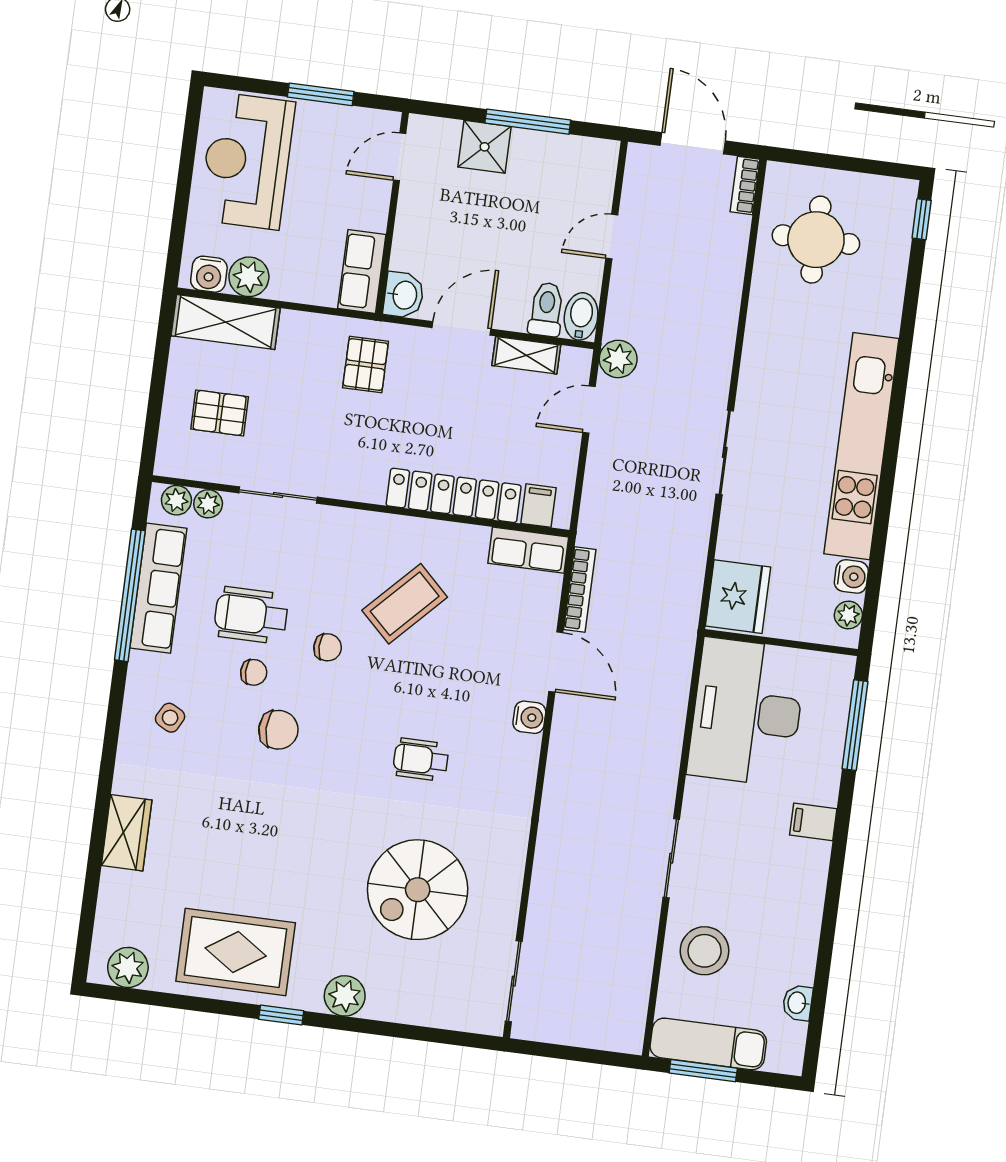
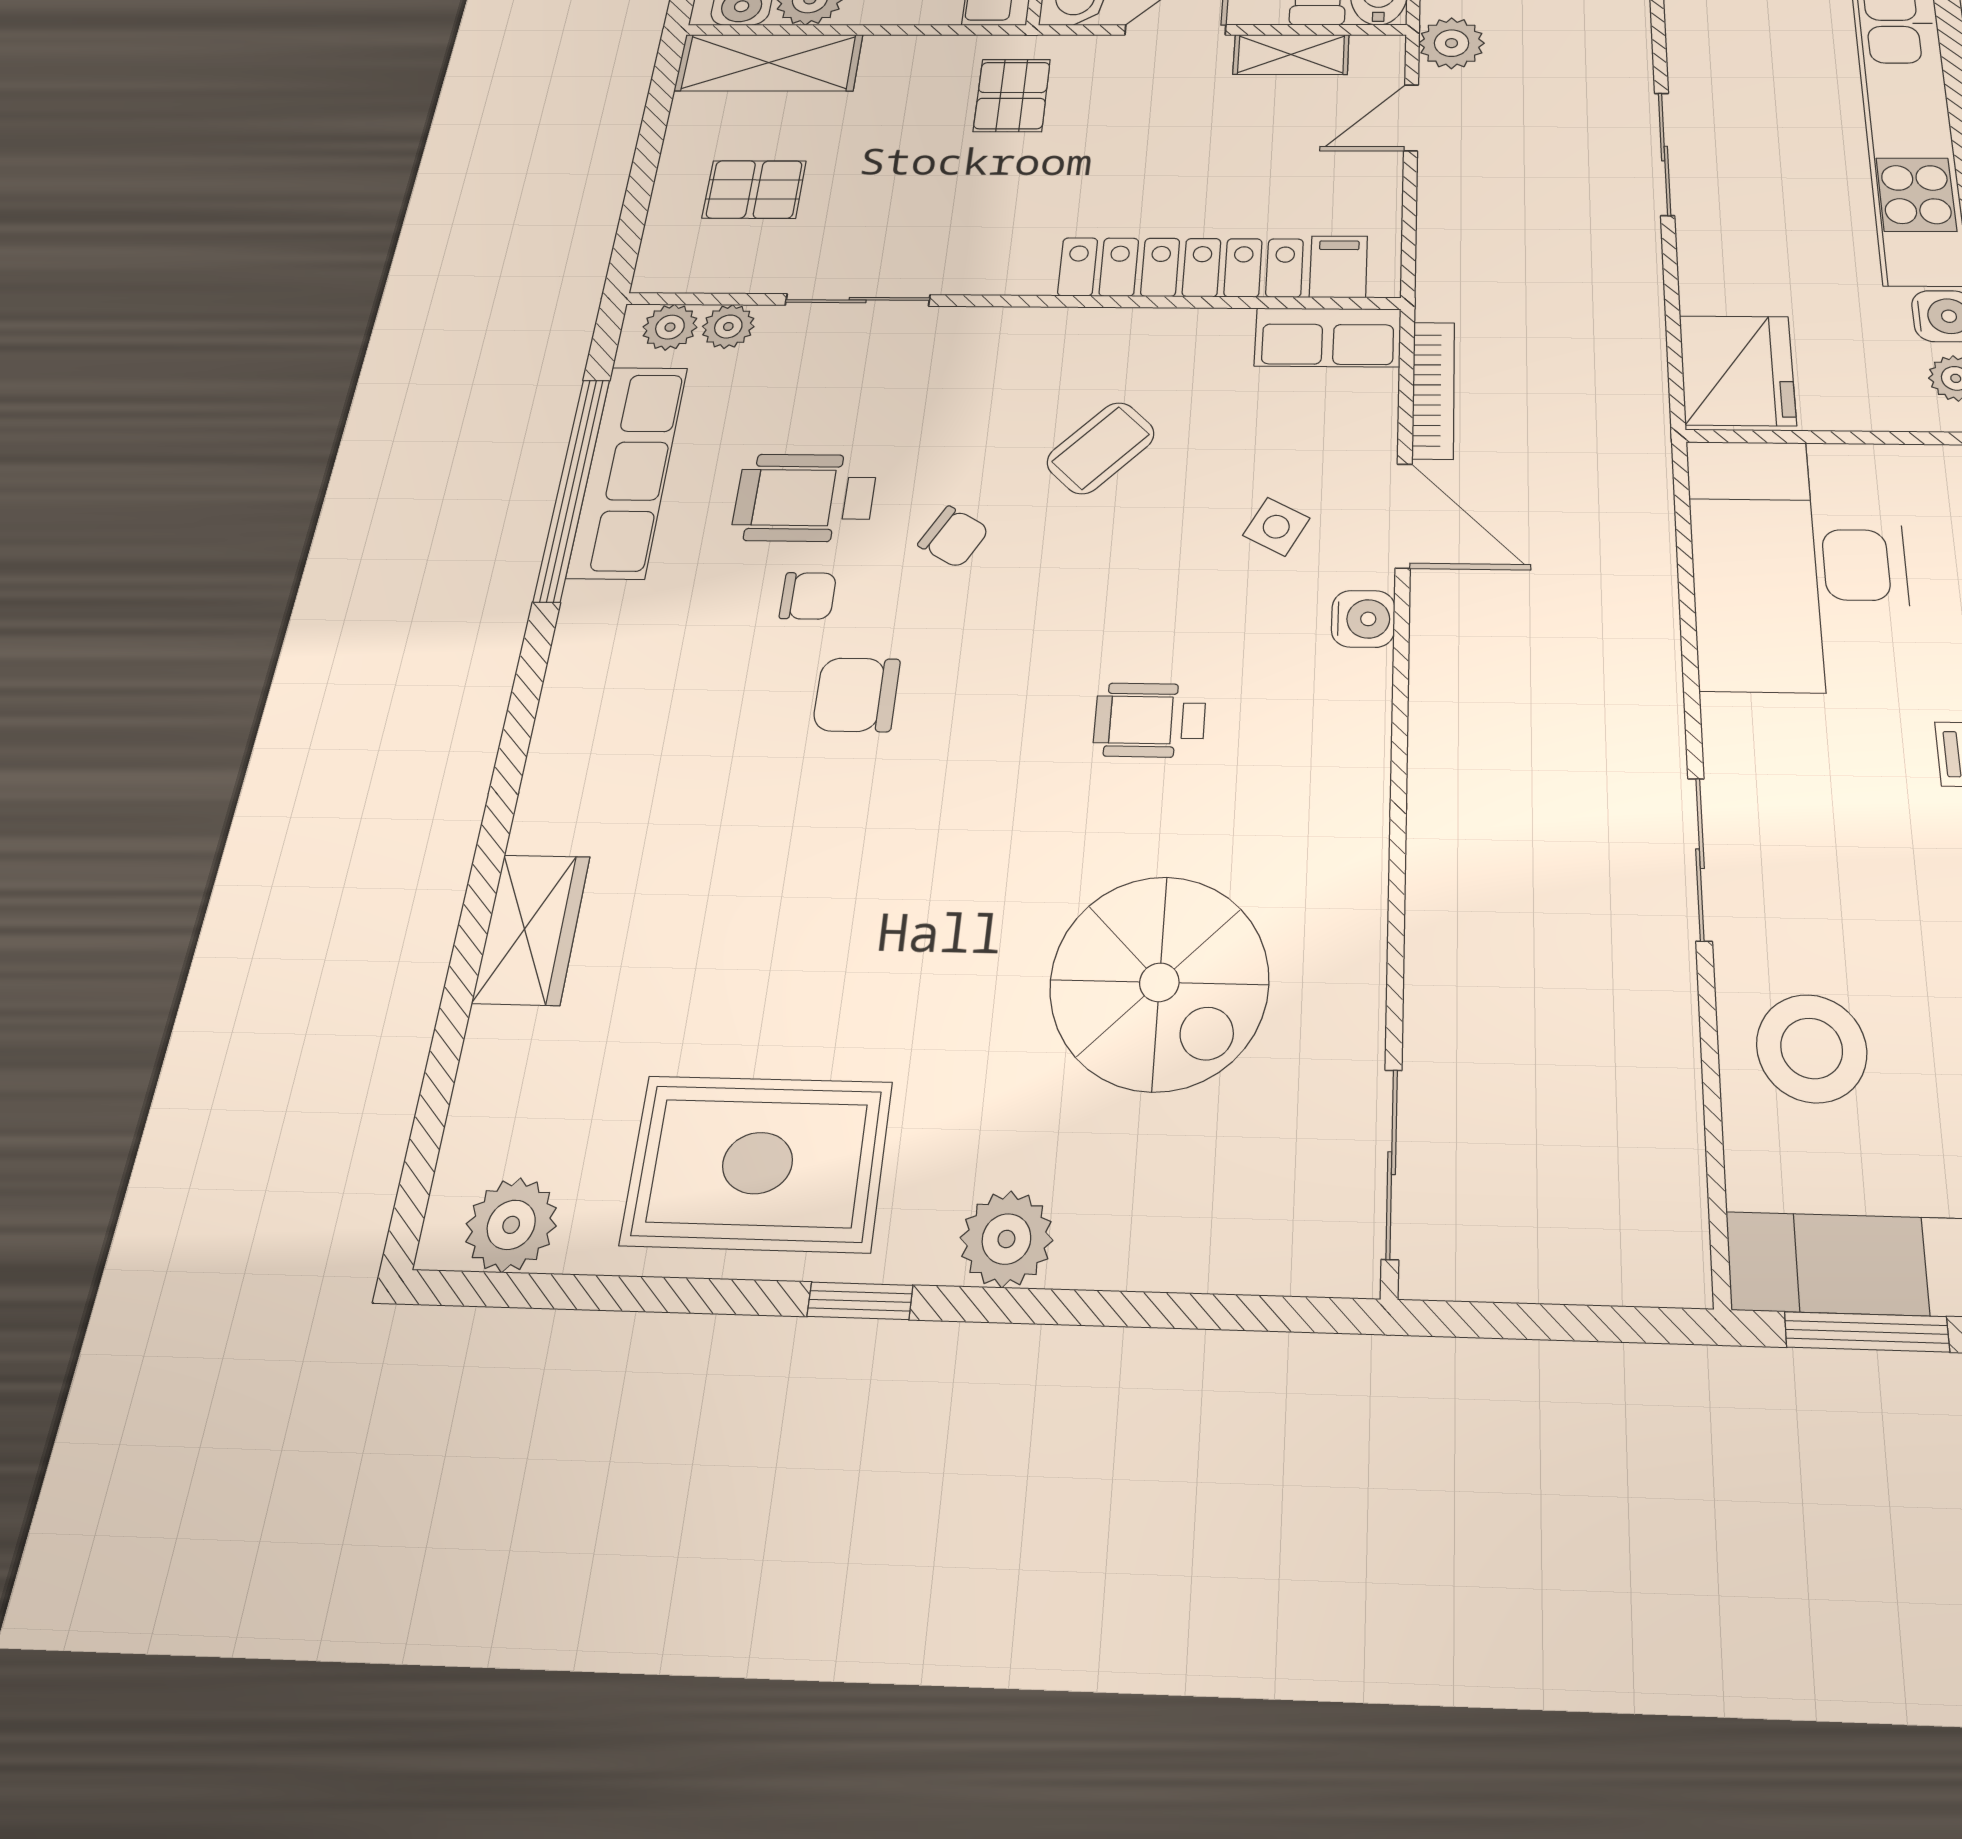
coffee table: (405, 604) -> (1101, 448), width x0.73, depth x0.77
chair: (328, 647) -> (954, 537), turned 30
side table: (170, 718) -> (1276, 527), moved
chair: (278, 730) -> (856, 695), turned 180
spiral stairs: (418, 890) -> (1159, 982), turned -90

